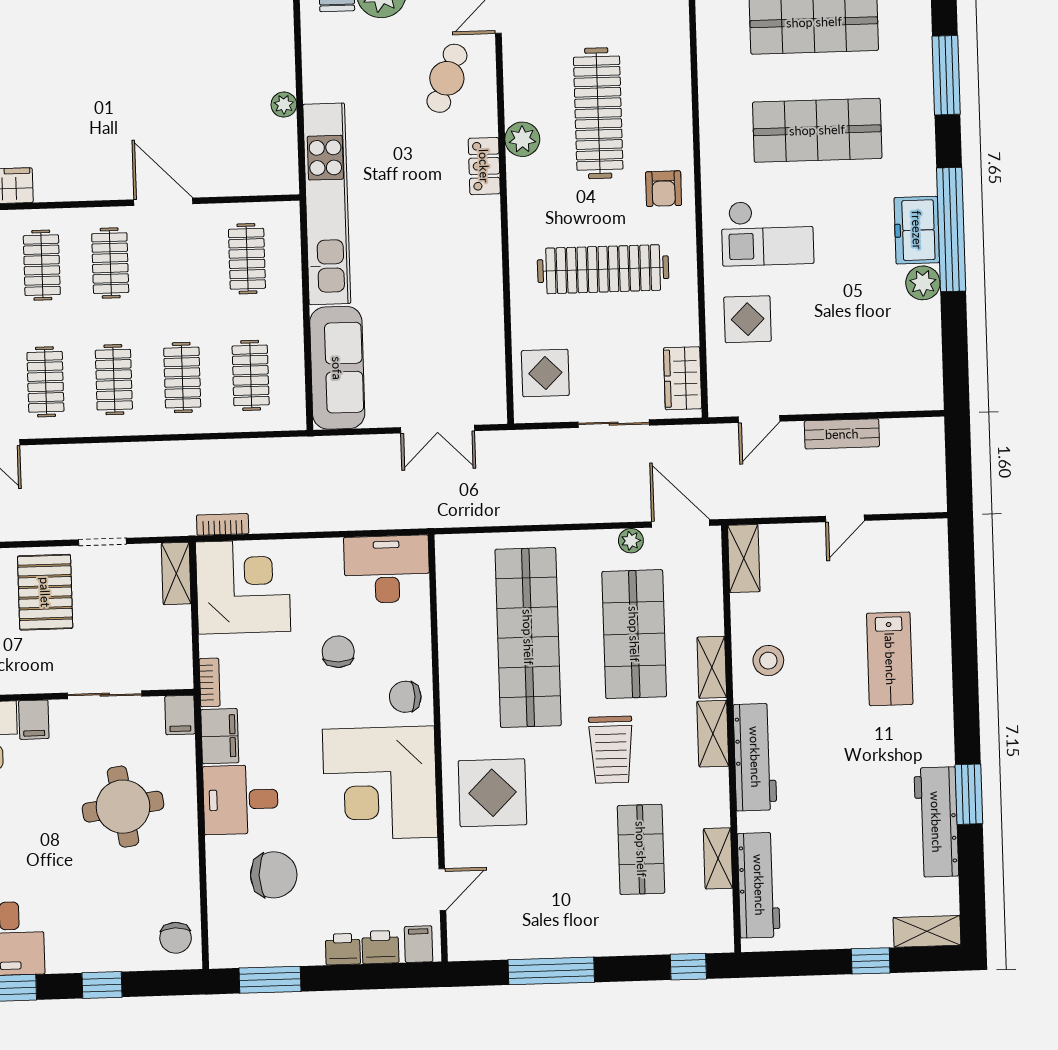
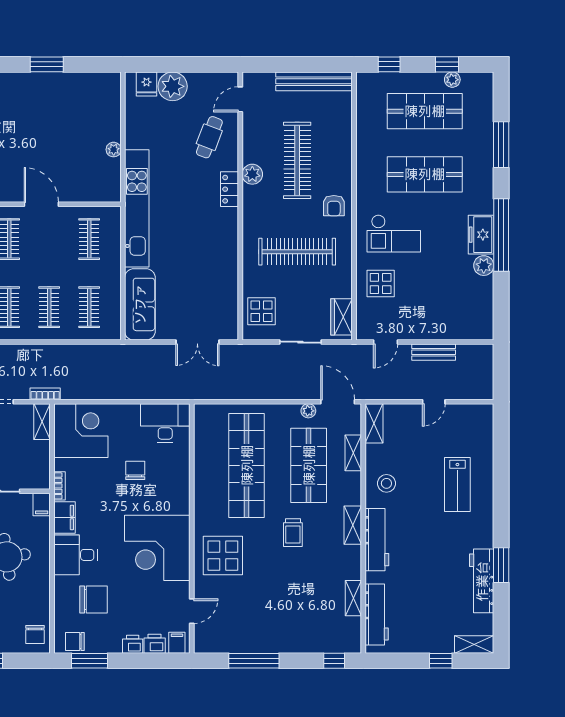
bookcase: (223, 524) -> (45, 394), moved
shelving: (712, 667) -> (353, 453), moved
chair: (405, 697) -> (75, 642), moved
trolley: (611, 750) -> (293, 533), width x0.73, depth x0.72
shop shelf: (641, 849) -> (309, 591), removed

